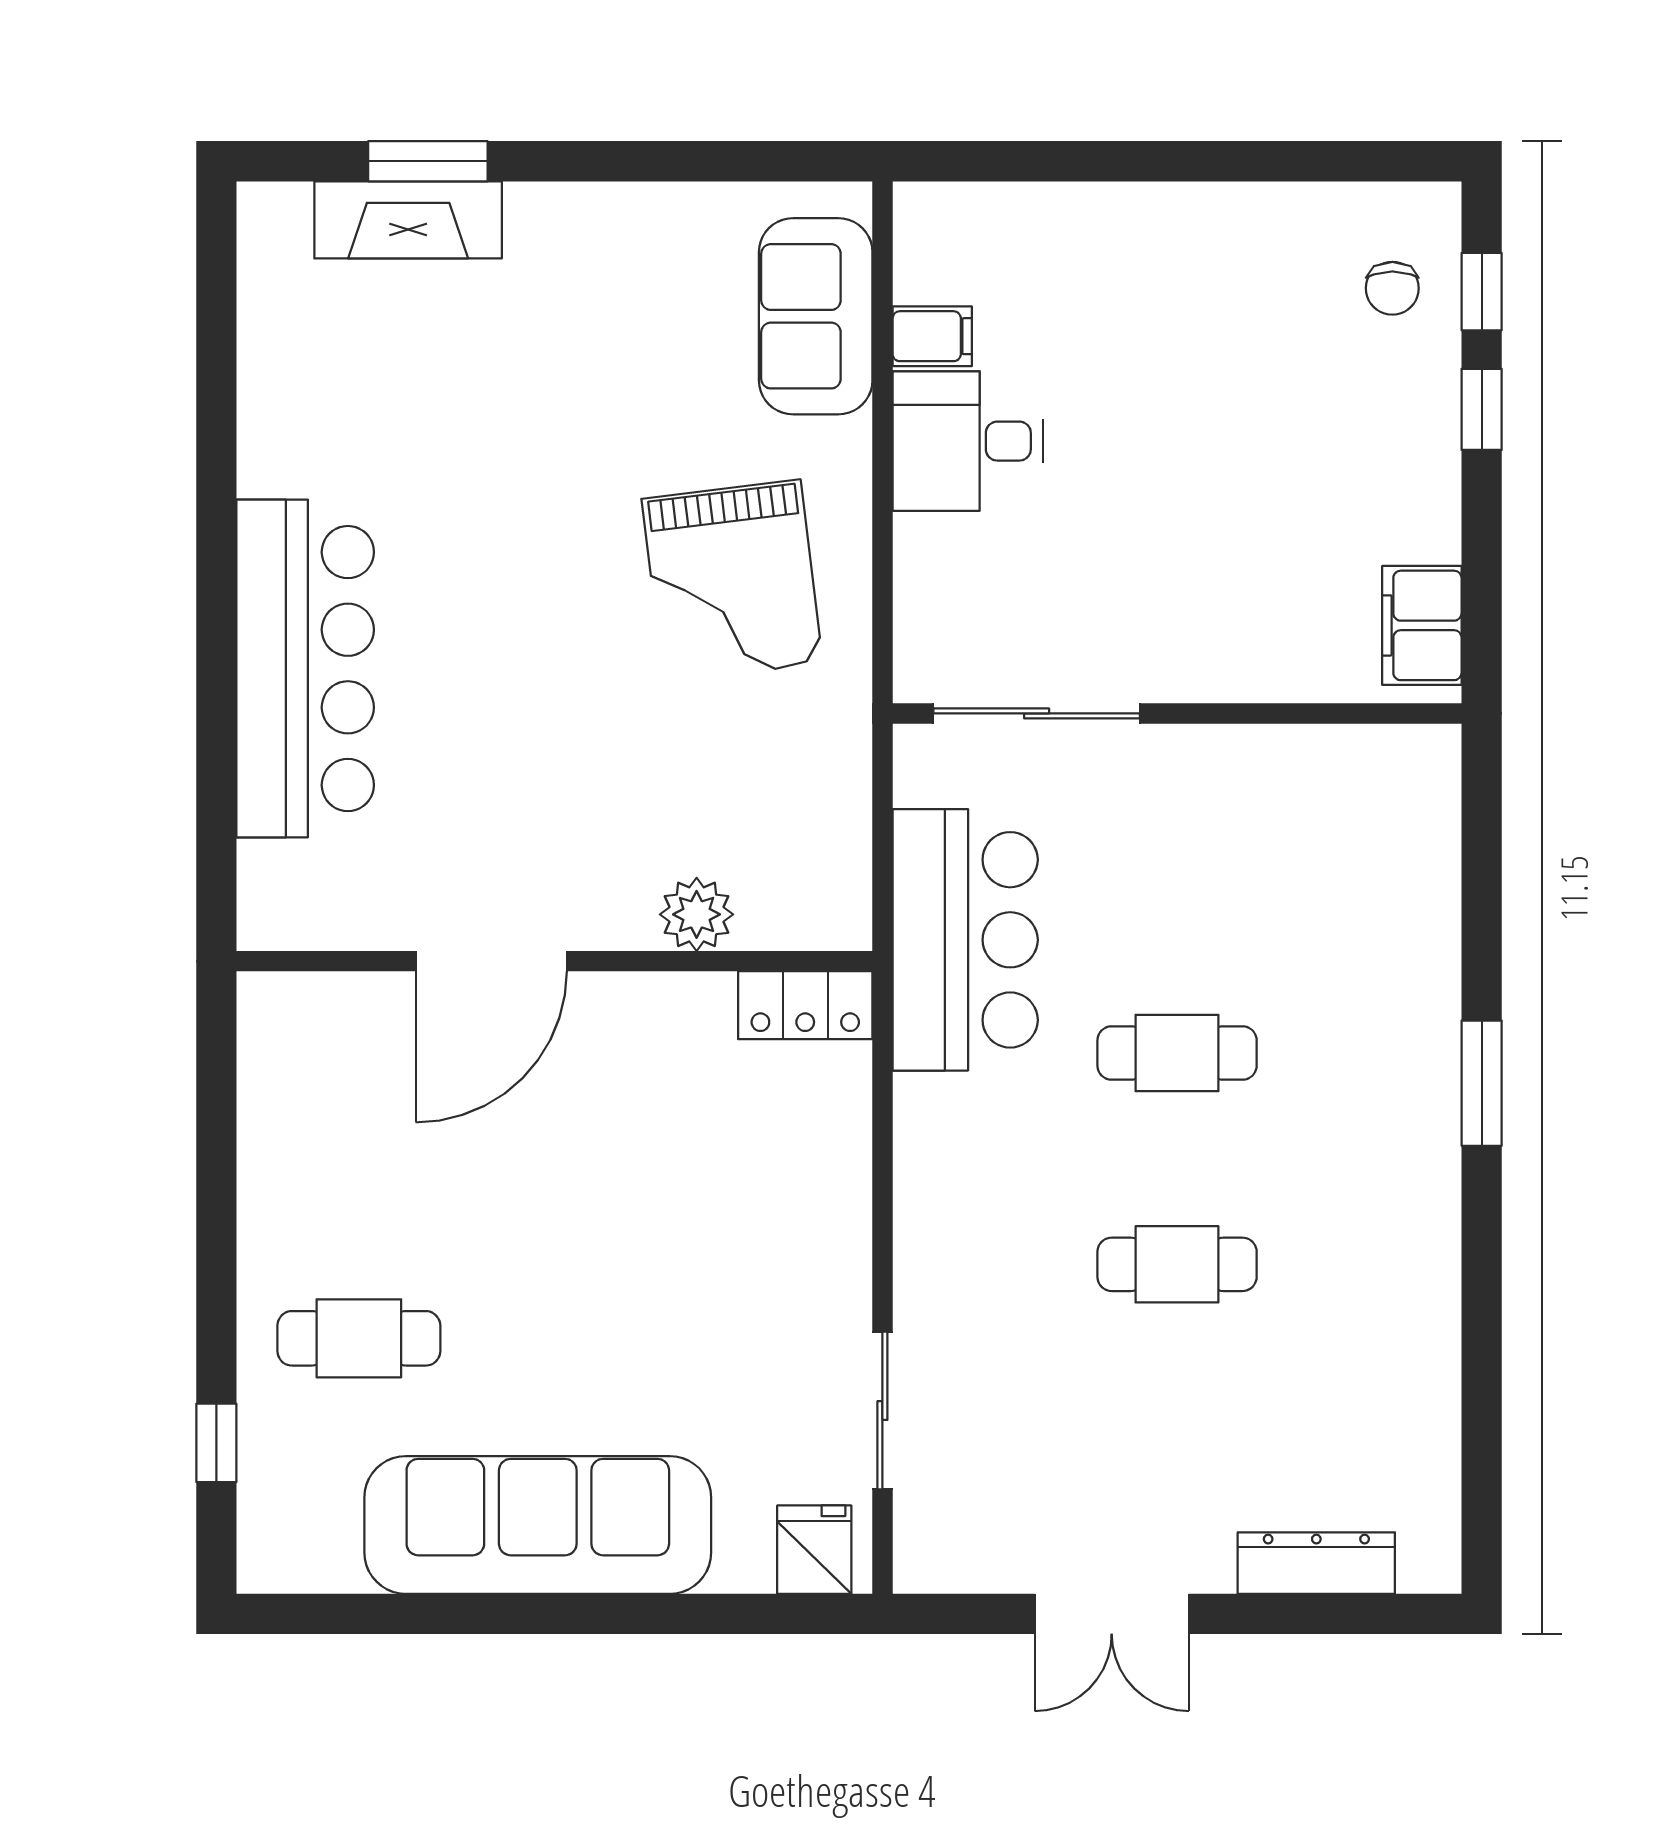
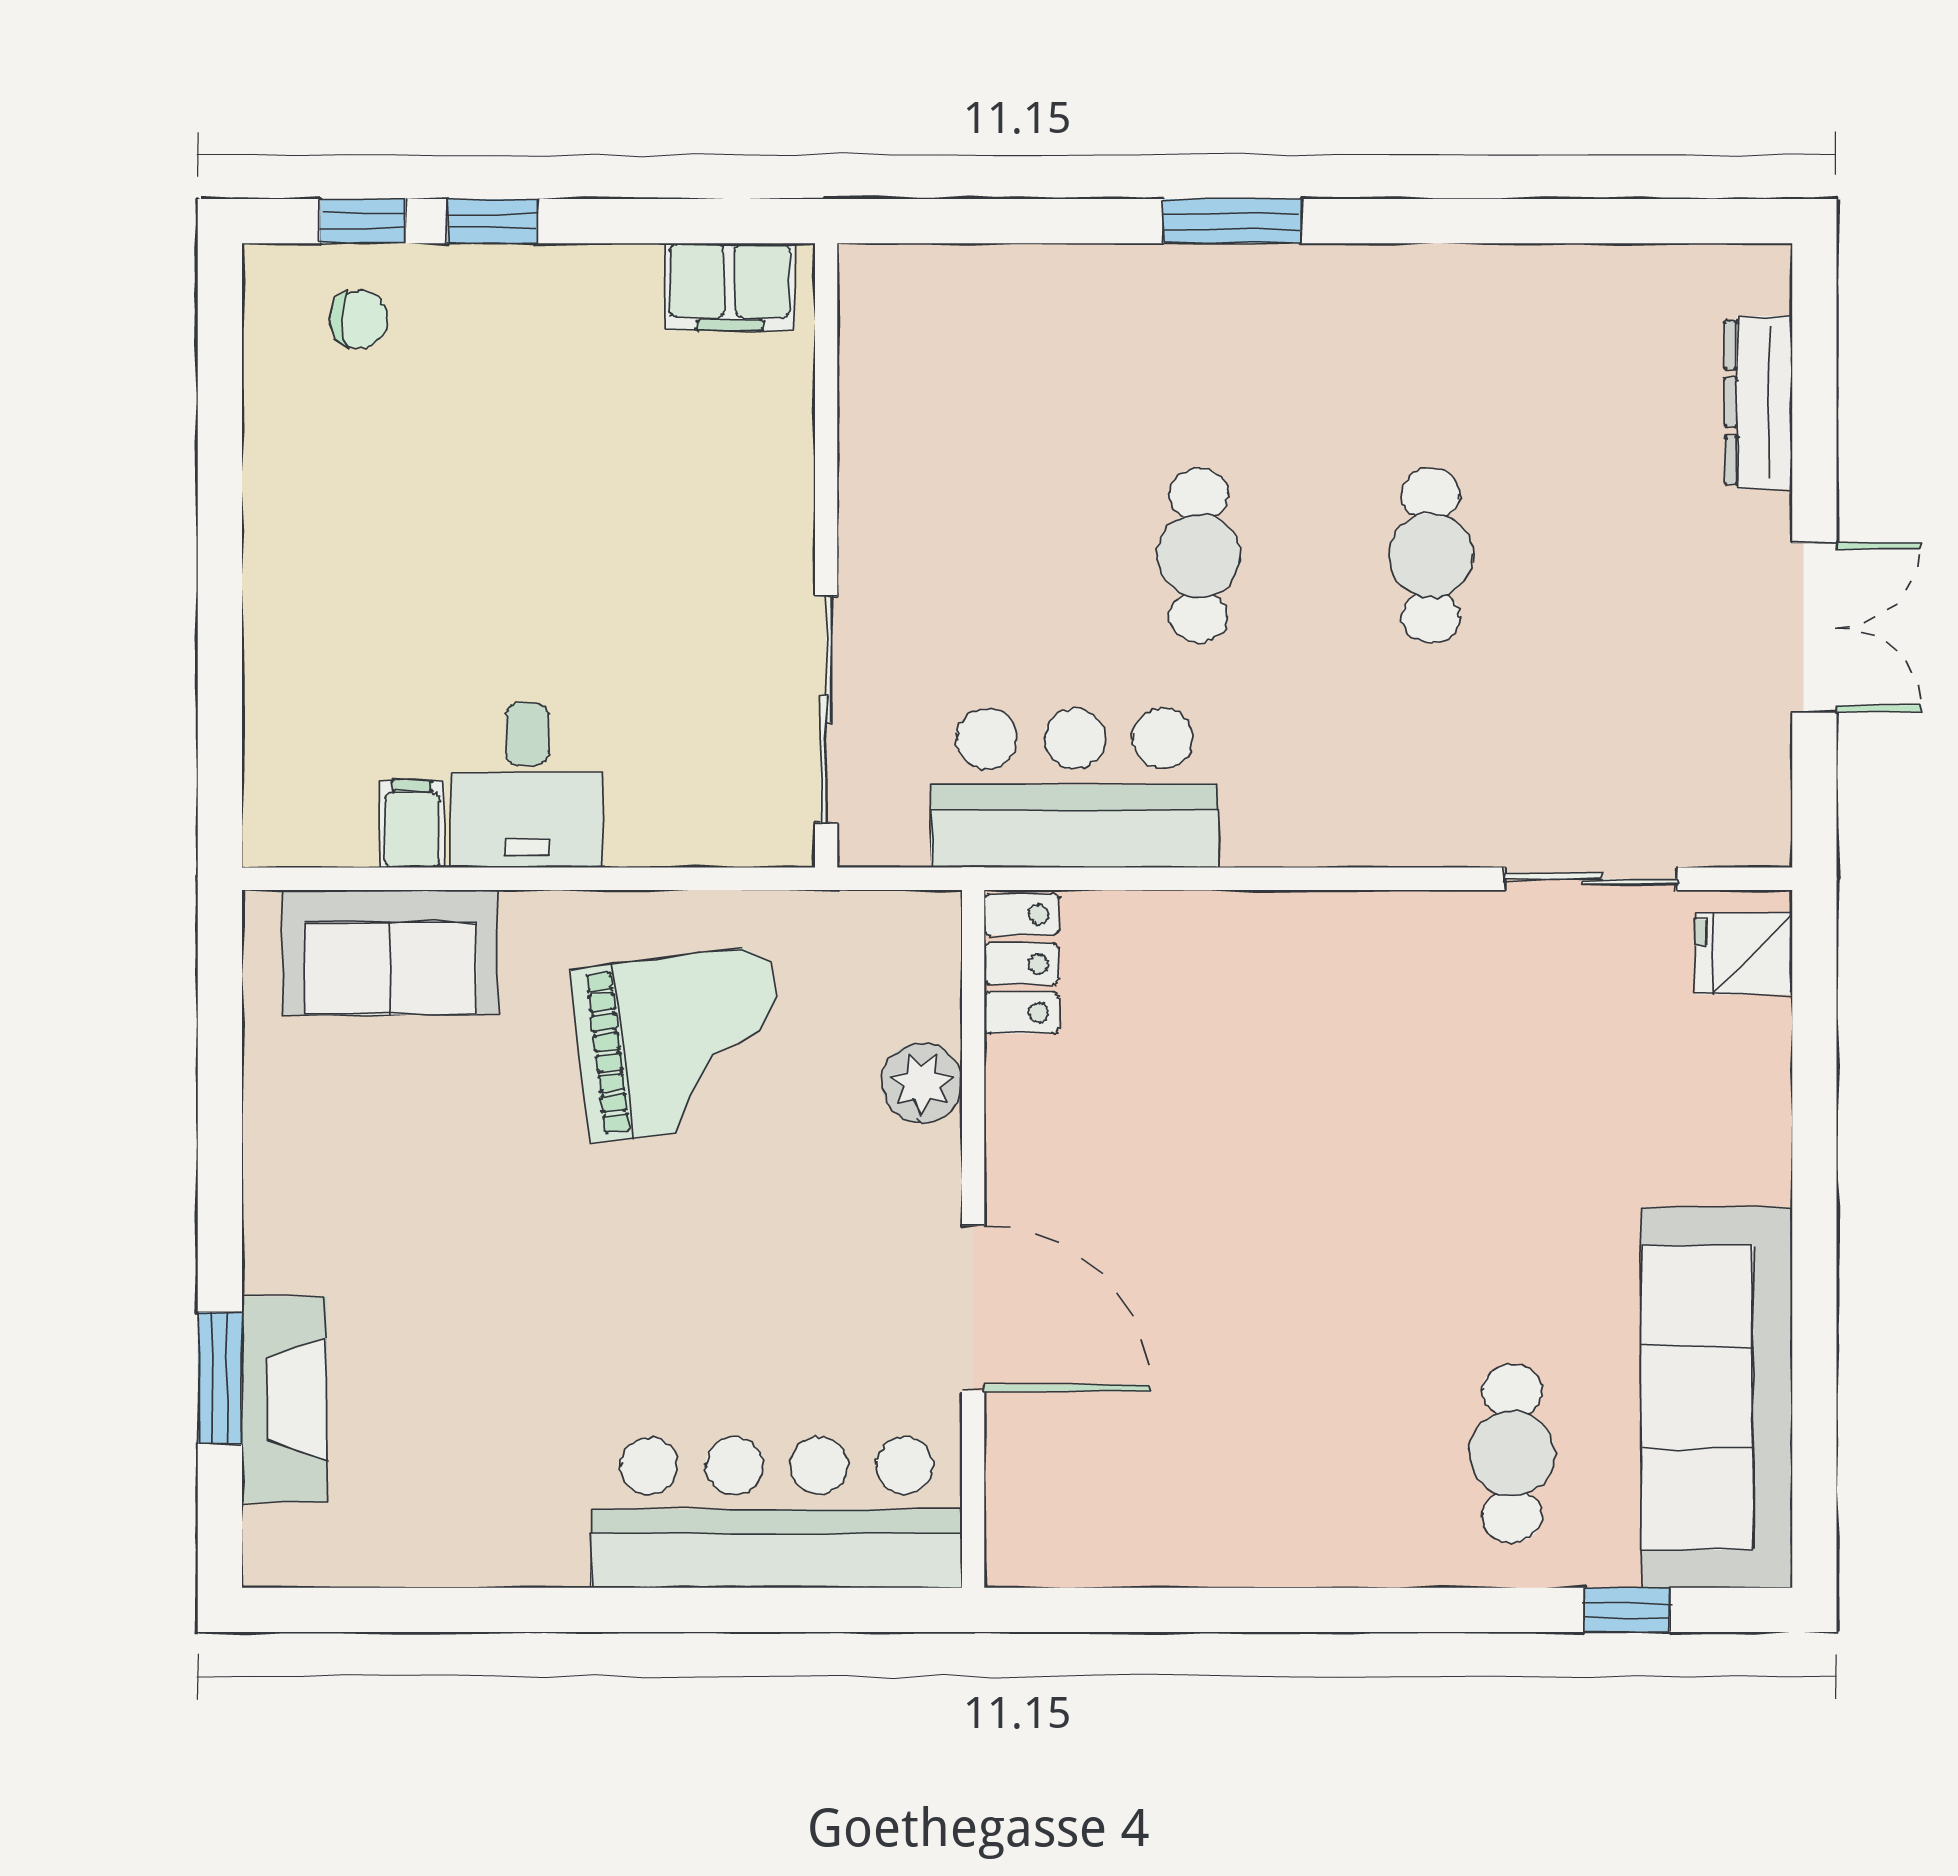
plant: (697, 914) -> (922, 1083), moved
door: (491, 961) -> (973, 1308), moved
wall: (554, 961) -> (973, 1239), moved
locker: (805, 1005) -> (1021, 964), moved
sofa: (538, 1525) -> (1717, 1398), moved

